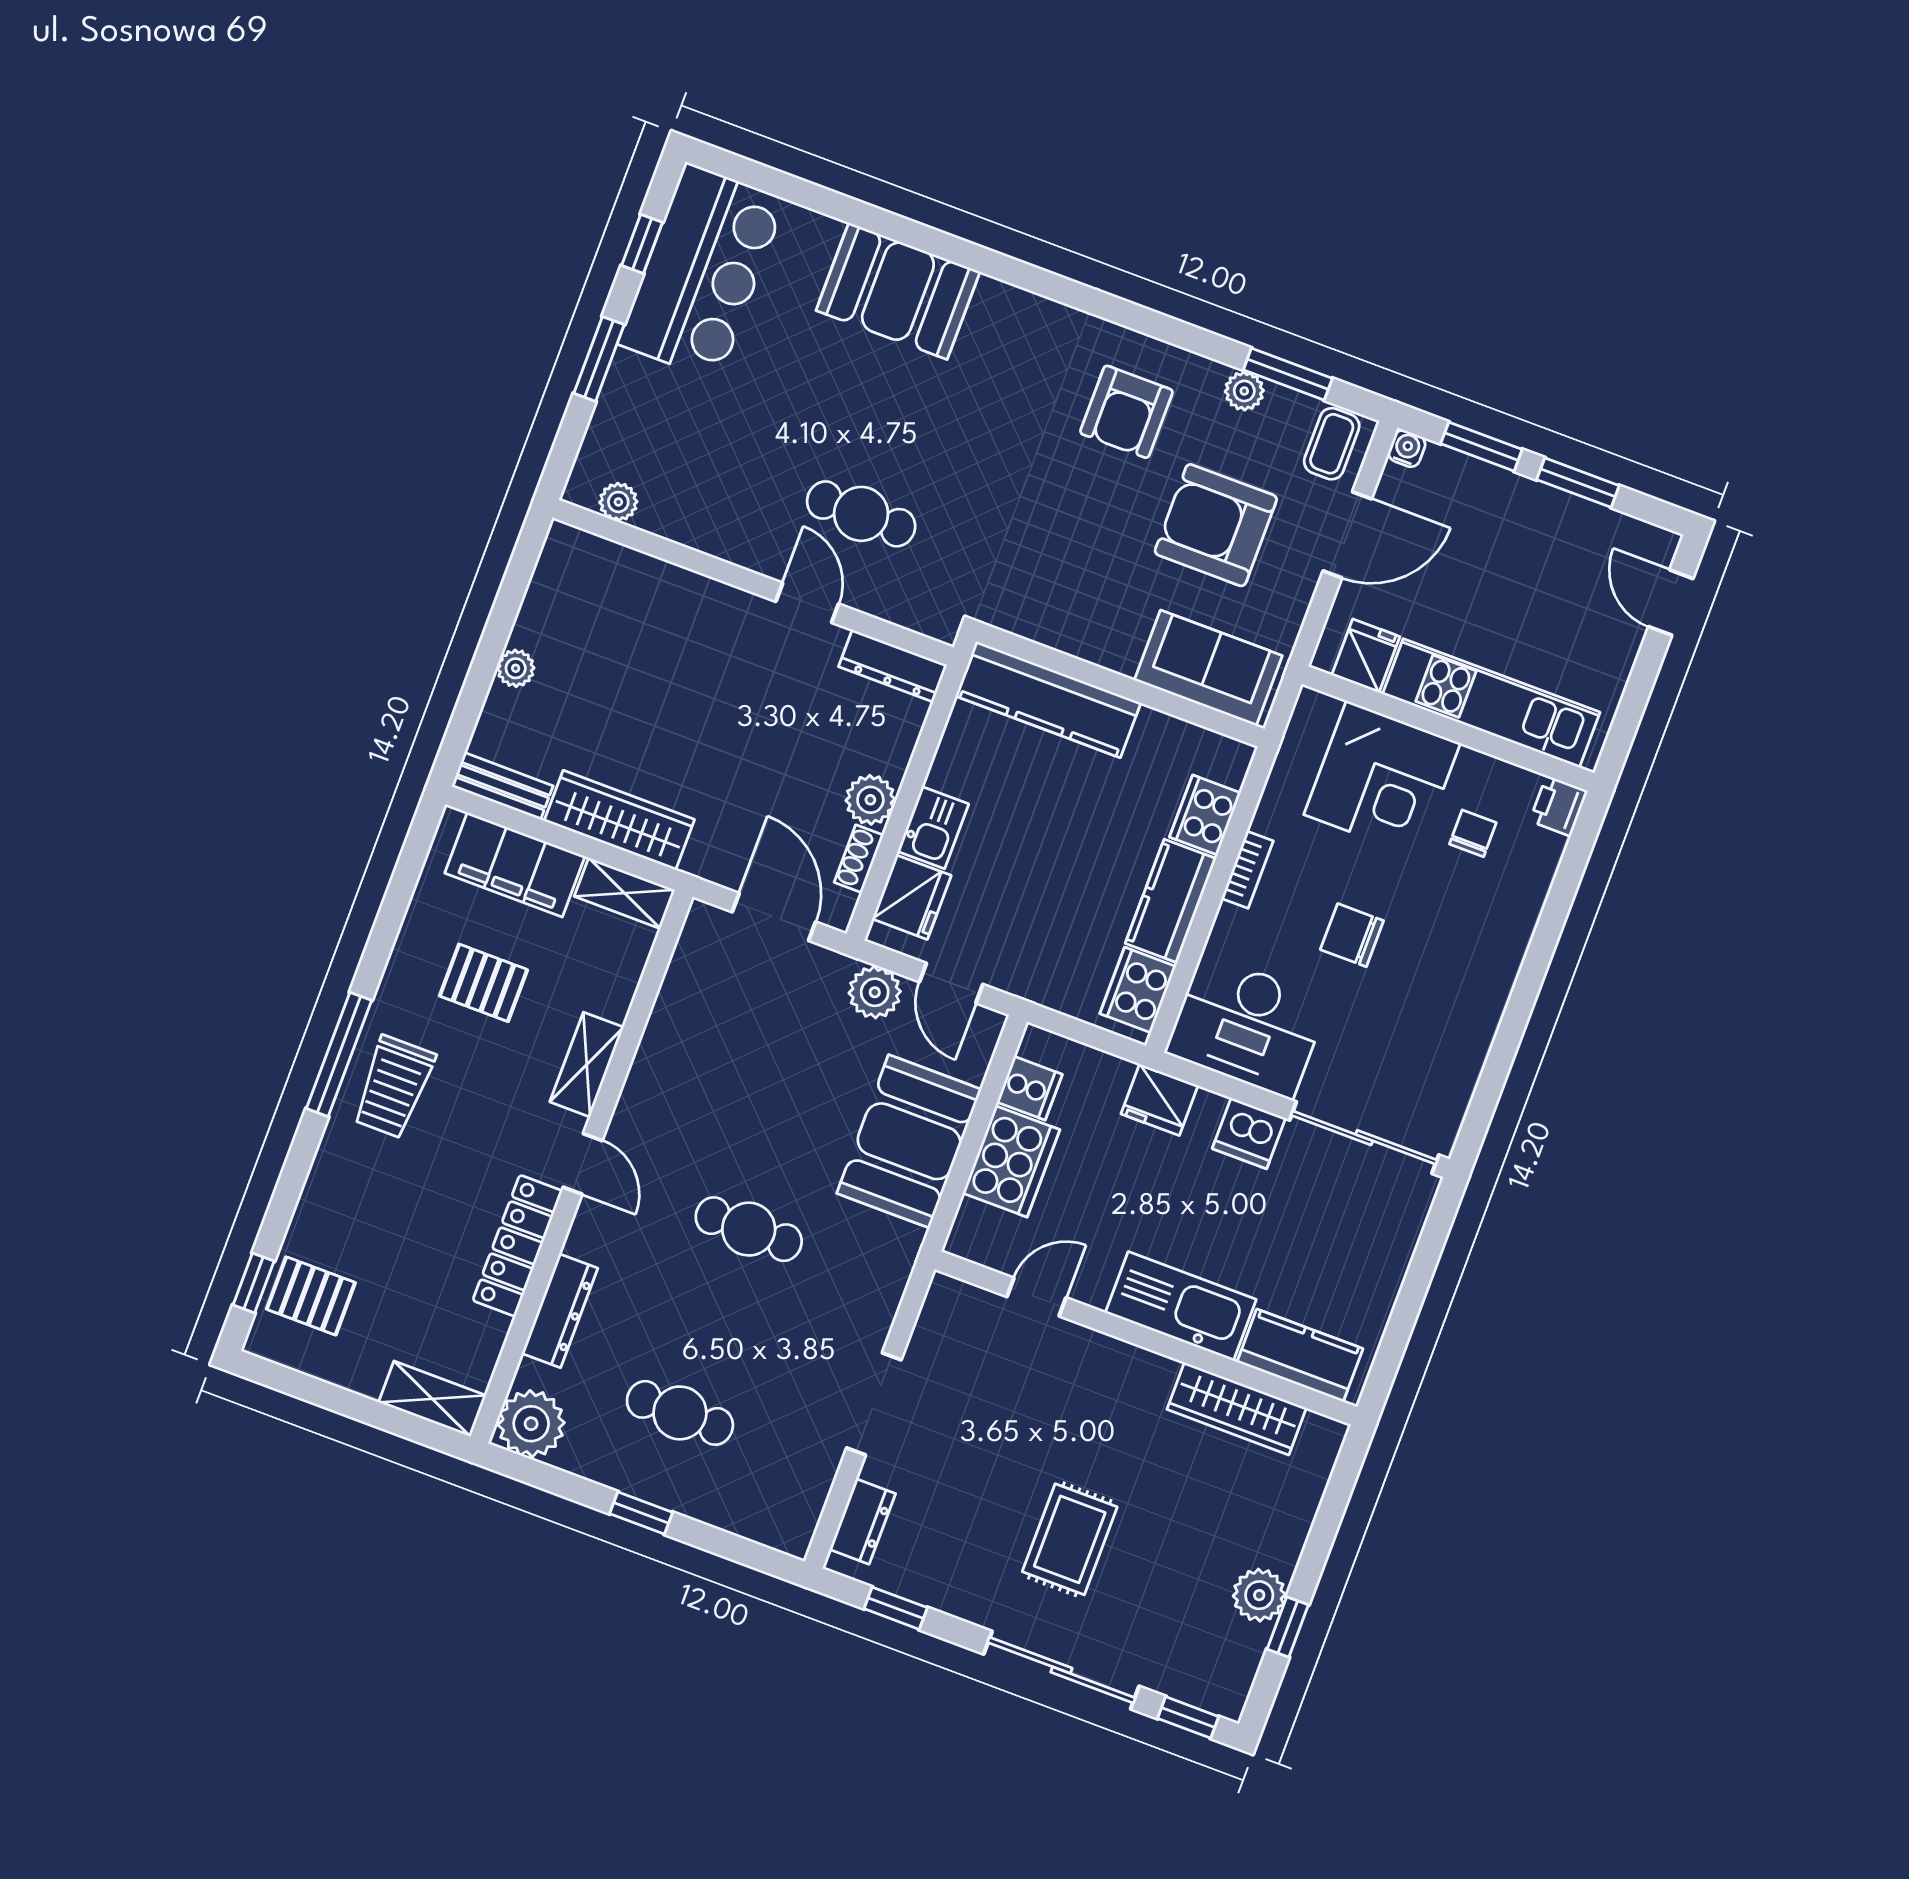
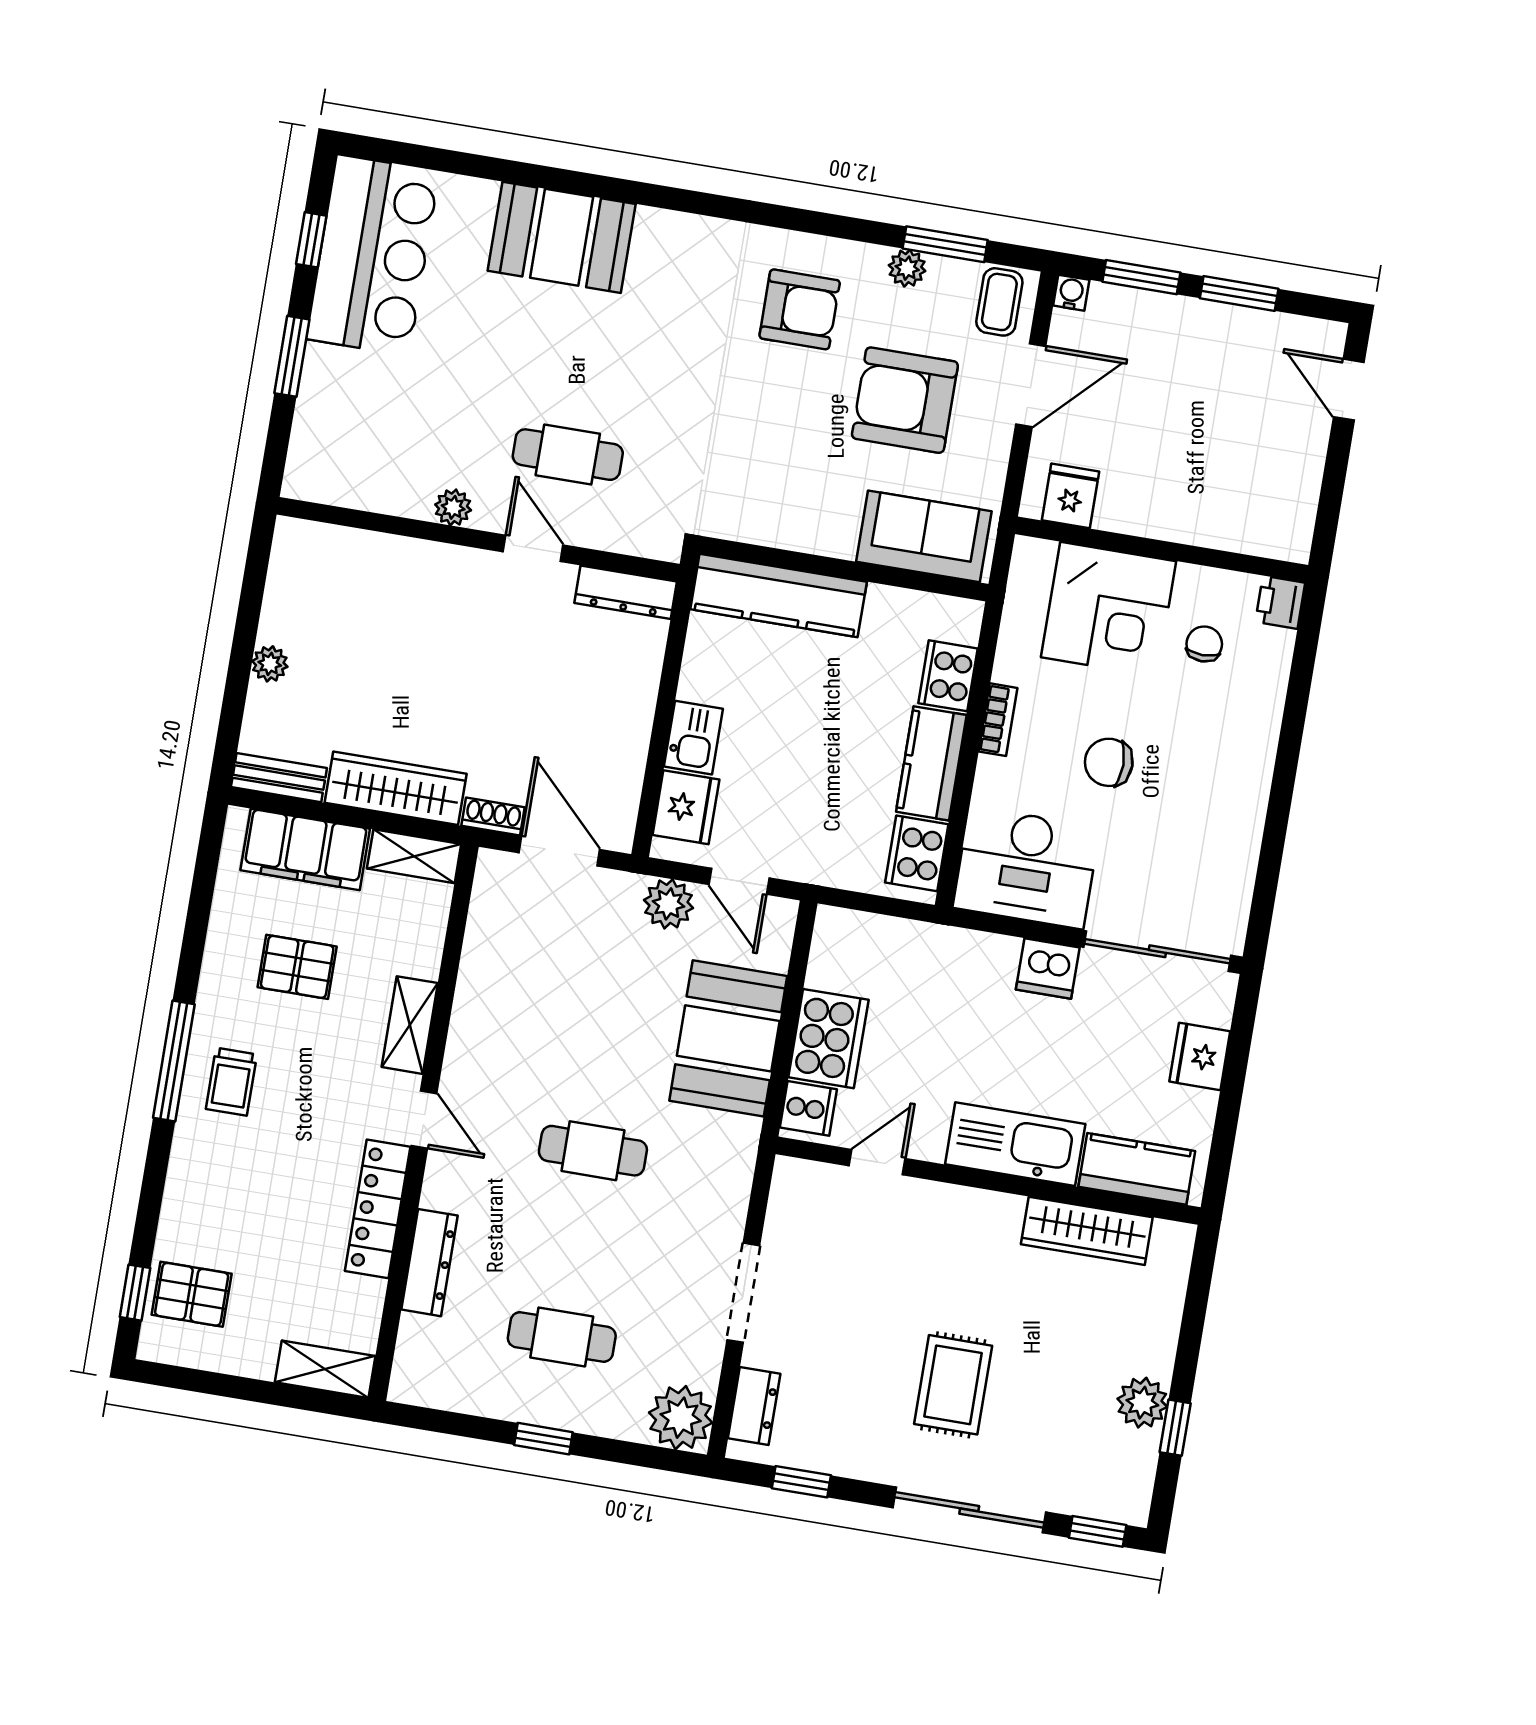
armchair: (1126, 412) -> (800, 309), turned -90
plant: (618, 502) -> (453, 507), moved
kitchen unit: (1491, 703) -> (1198, 518), removed
plant: (870, 800) -> (629, 723), removed
shoe rack: (859, 859) -> (493, 816), moved, turned 90
trolley: (394, 1087) -> (231, 1082), width x0.73, depth x0.72
cooker: (1029, 1088) -> (808, 1108), moved
fridge: (1159, 1100) -> (1200, 1056), moved, turned 90
plant: (531, 1424) -> (681, 1418), moved

